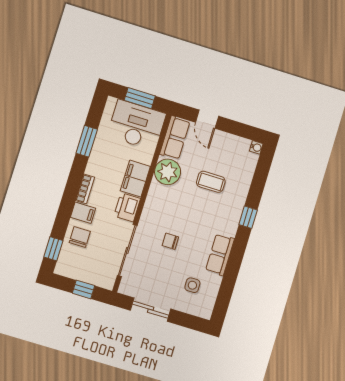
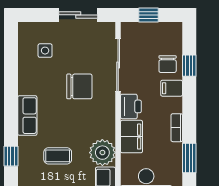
bookcase: (85, 189) -> (177, 128), moved
window: (248, 217) -> (11, 156), moved
chair: (170, 241) -> (79, 86), width x1.87, depth x1.87
window: (53, 249) -> (189, 66), moved
row of seats: (220, 255) -> (27, 116), moved

